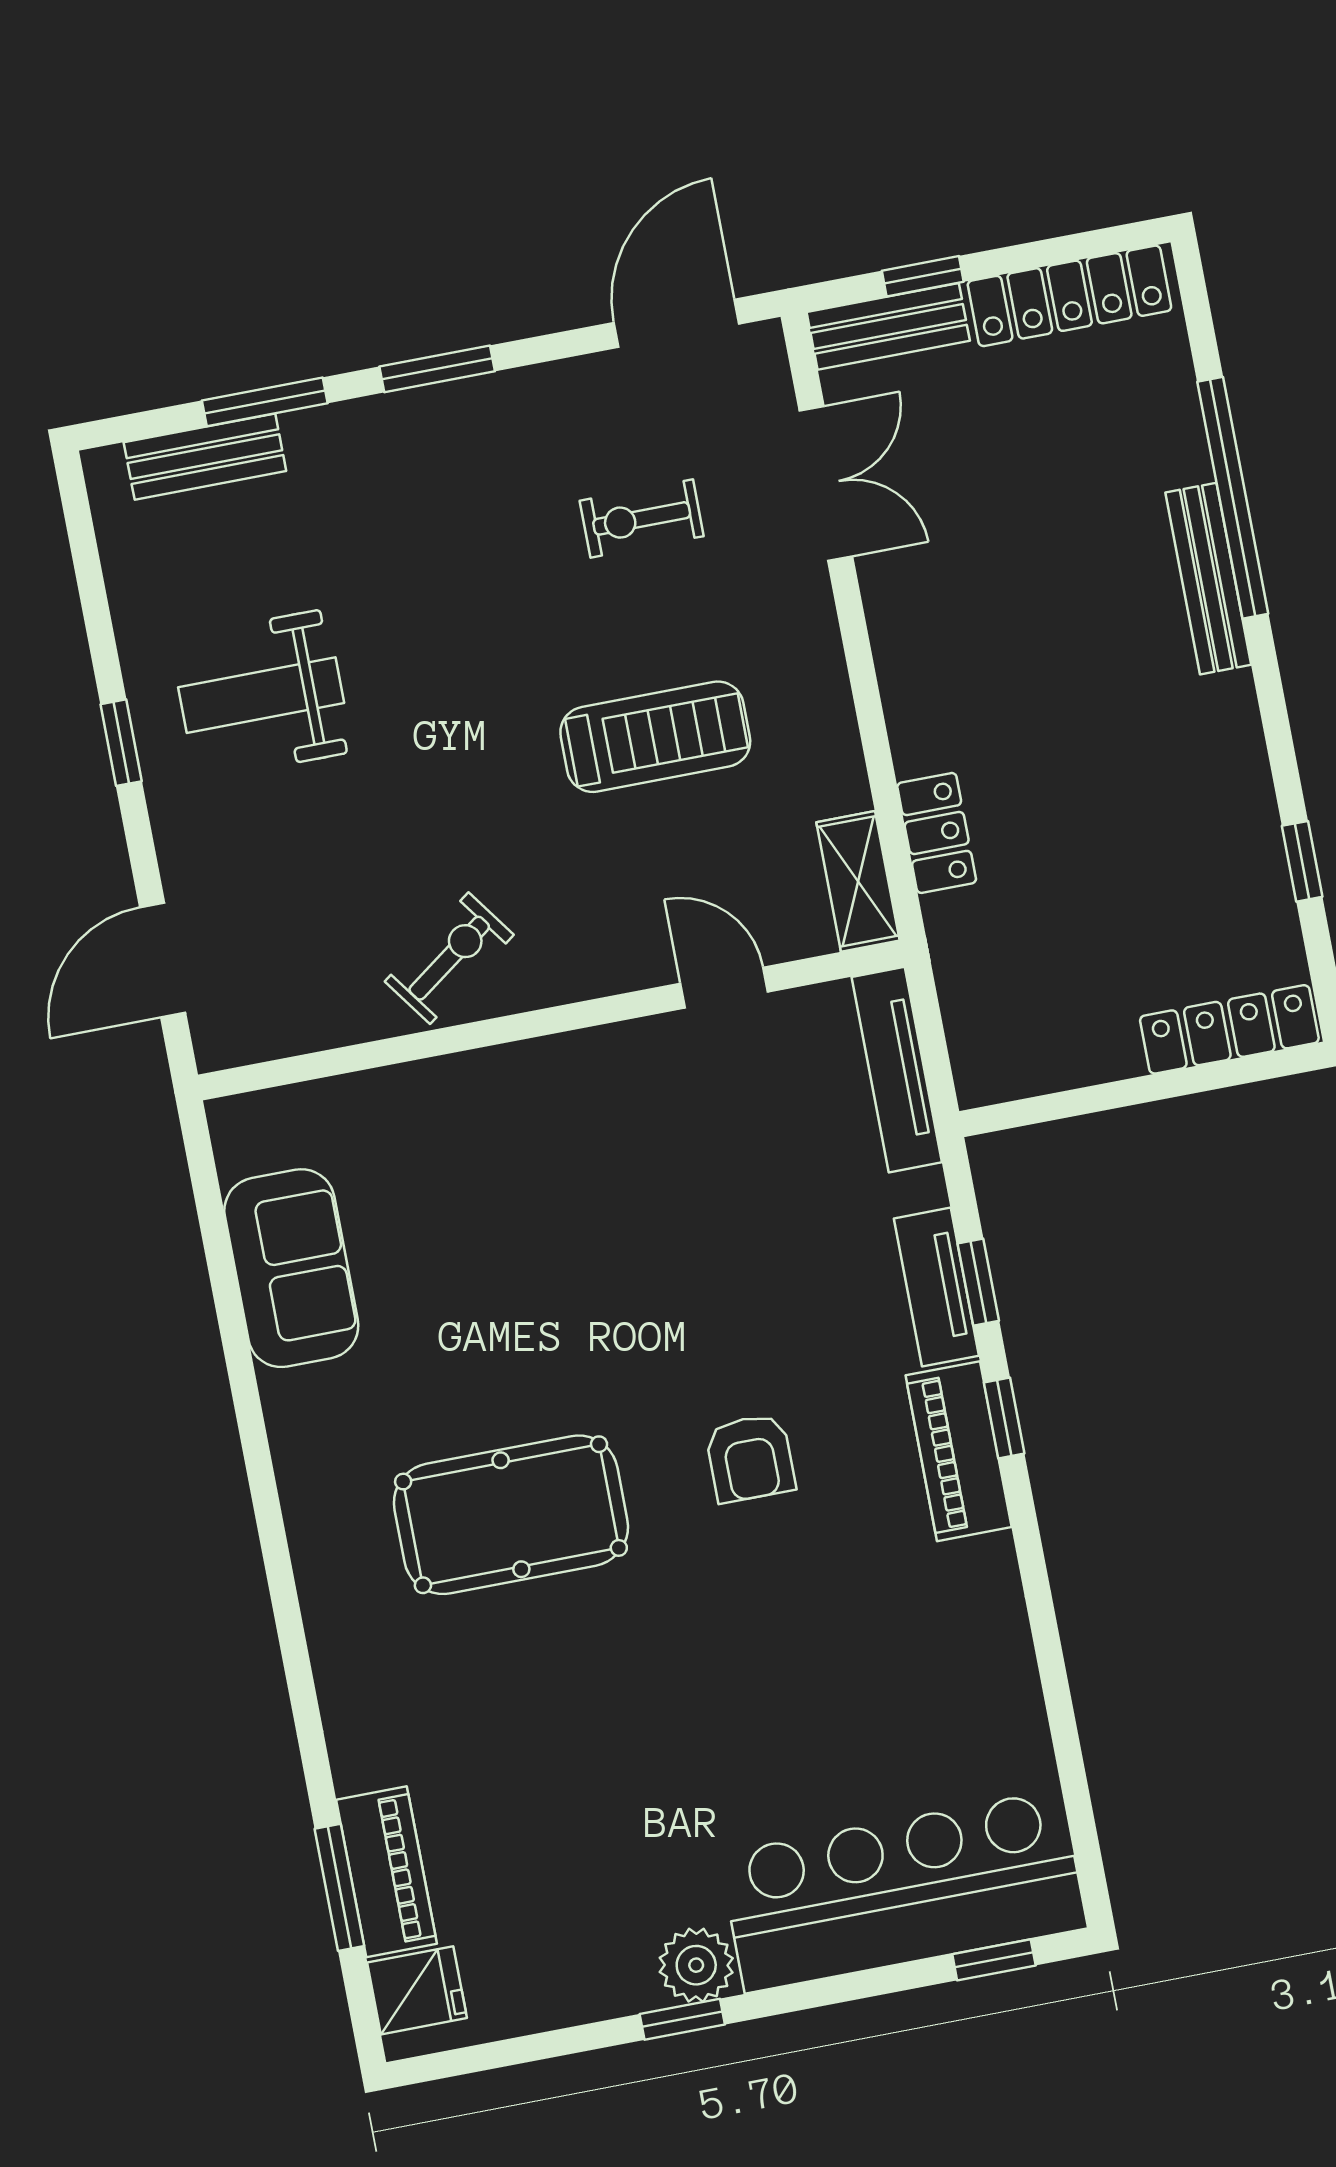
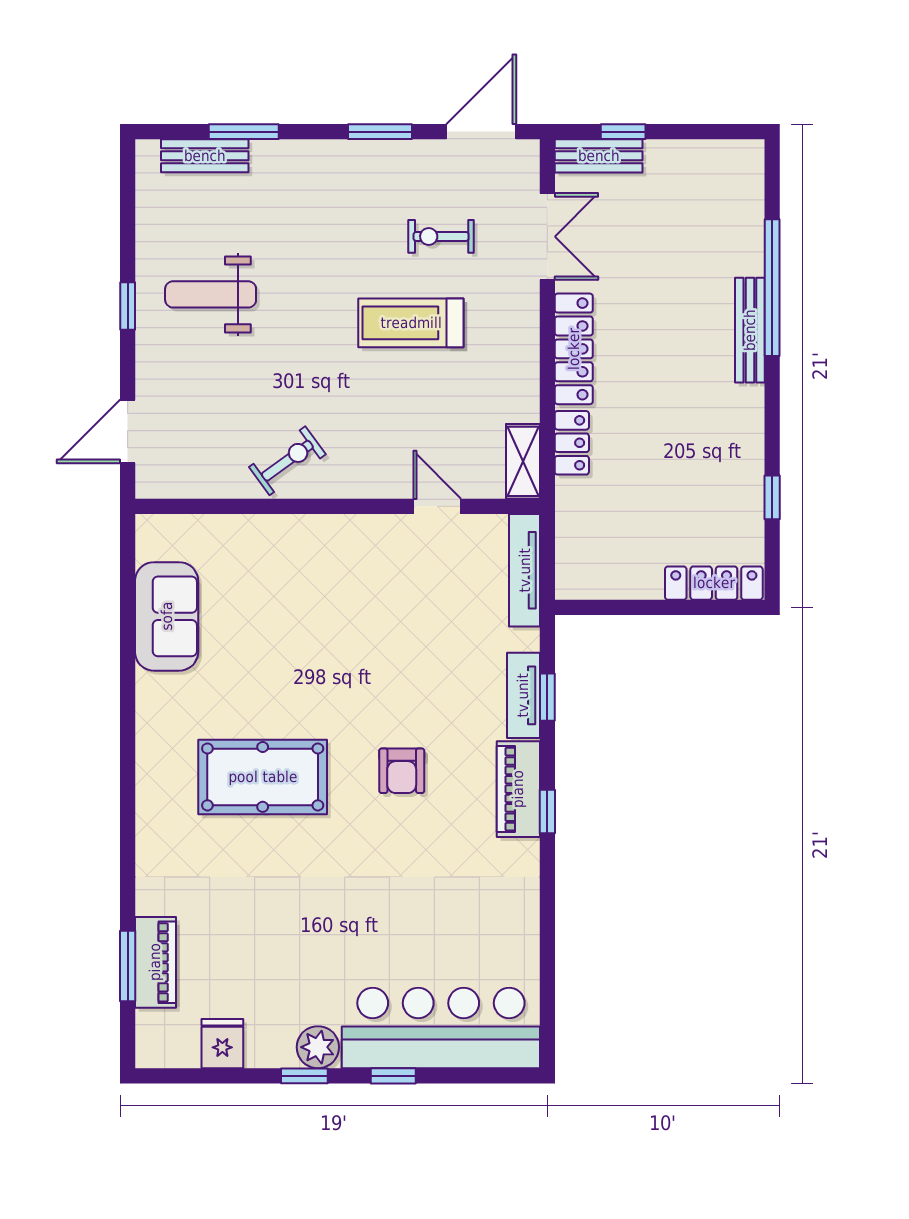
locker: (1069, 296) -> (574, 349), moved, turned -90
window: (437, 369) -> (380, 132), moved
treadmill: (655, 737) -> (411, 323), moved, turned 180
window: (1004, 1418) -> (547, 812), moved
window: (994, 1960) -> (393, 1076), moved
fridge: (417, 1990) -> (222, 1044), moved, turned -90

